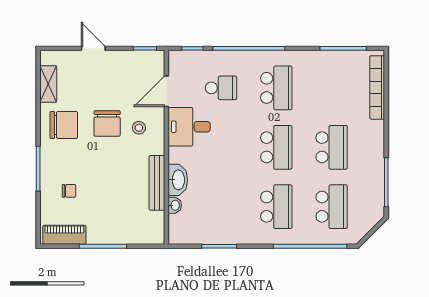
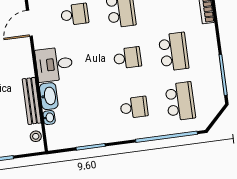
desk: (189, 127) -> (54, 64), moved
stool: (139, 128) -> (36, 136), moved
school desk: (276, 147) -> (127, 58), width x0.54
school desk: (276, 207) -> (134, 107), width x0.54

